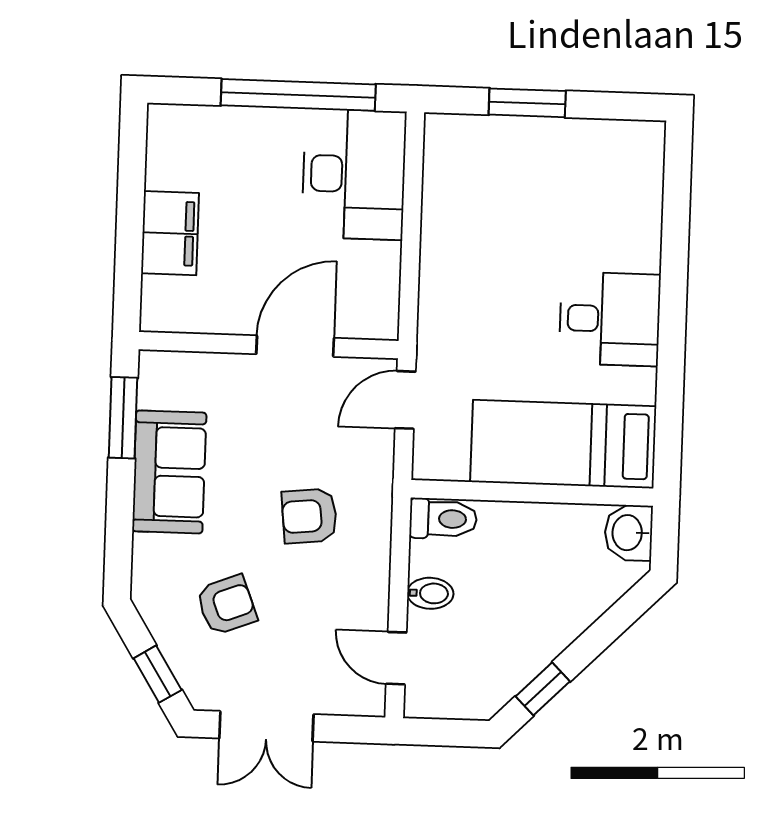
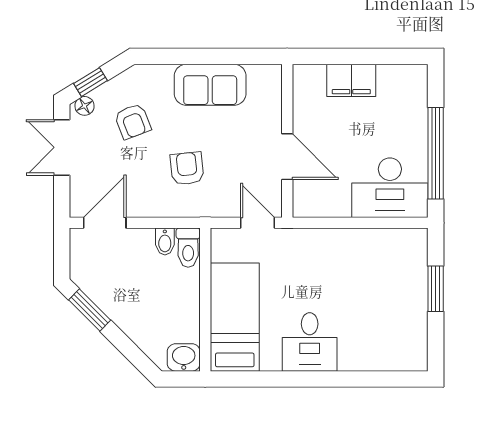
window: (123, 418) -> (241, 56), removed
bidet: (430, 593) -> (165, 242), moved
door: (396, 658) -> (105, 223), width x1.38
floor lamp: (198, 686) -> (85, 106), added
window: (543, 689) -> (90, 310), width x1.50

